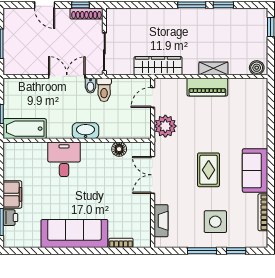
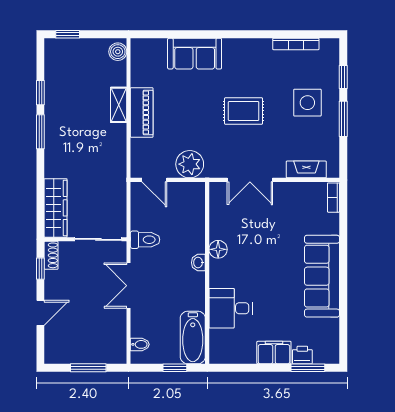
shoe rack: (86, 14) -> (51, 255), width x0.70
wardrobe: (158, 66) -> (56, 208), moved, turned 180
bidet: (90, 86) -> (140, 344), moved
washbasin: (86, 131) -> (198, 263), width x0.52, depth x0.69
floor lamp: (119, 149) -> (218, 249), moved
desk: (64, 159) -> (231, 308), moved
sofa: (255, 171) -> (195, 54), moved
bookcase: (121, 243) -> (333, 198), moved

